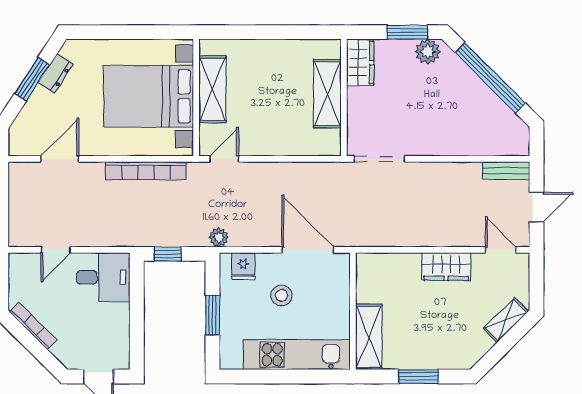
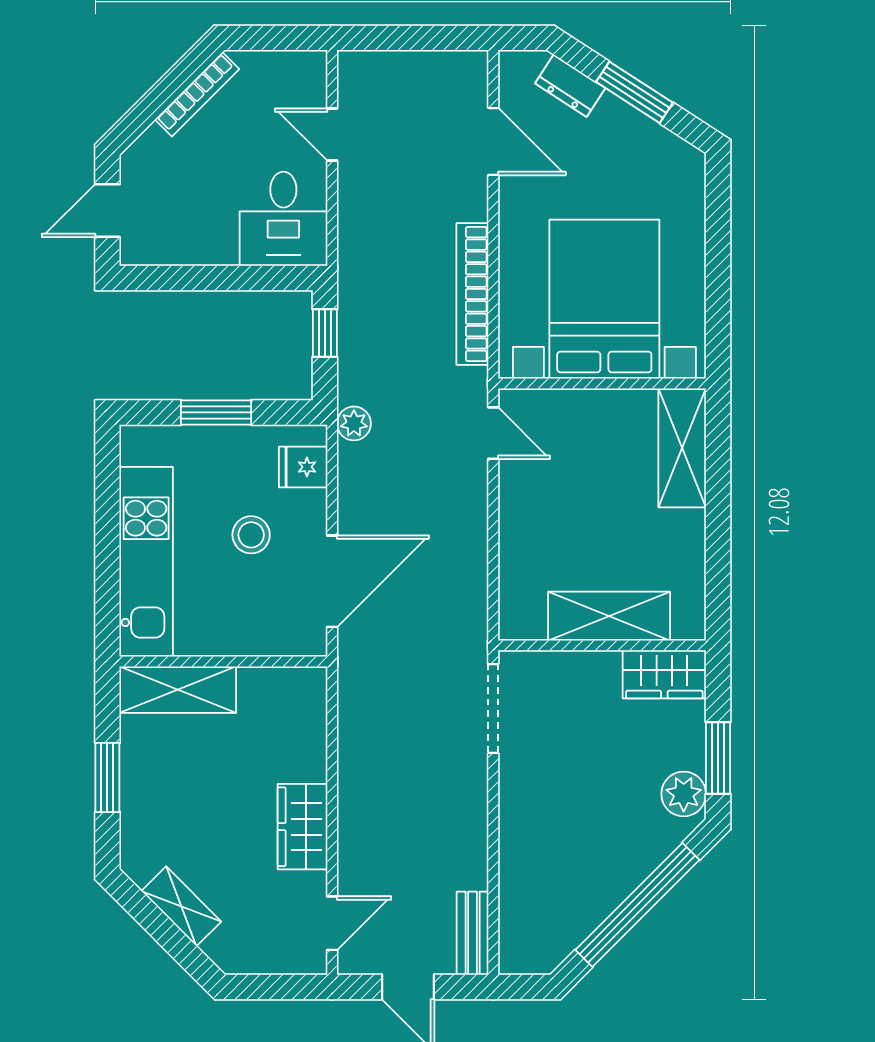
dresser: (56, 73) -> (570, 86), moved
shelving: (212, 89) -> (682, 448), moved, turned 90
shelving: (506, 320) -> (181, 906), moved

